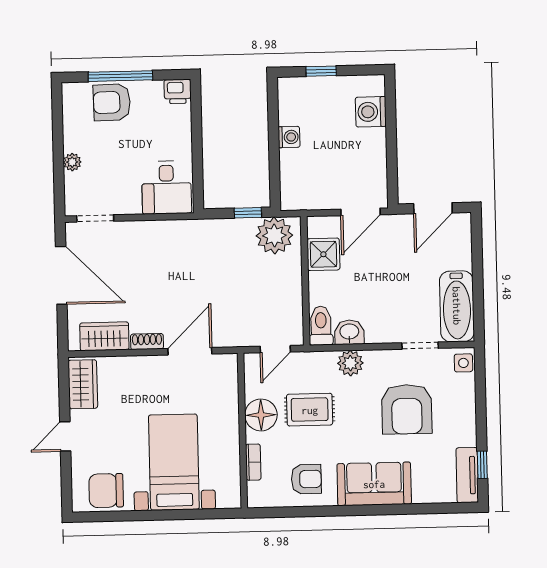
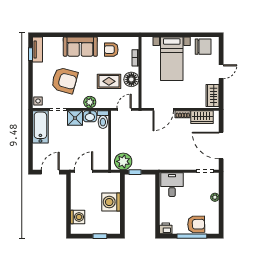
washing machine: (289, 137) -> (111, 202), width x1.89, depth x1.89
shower: (323, 254) -> (75, 118), moved
armchair: (407, 409) -> (64, 80), turned 105

